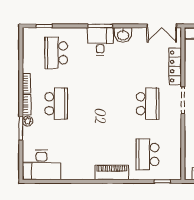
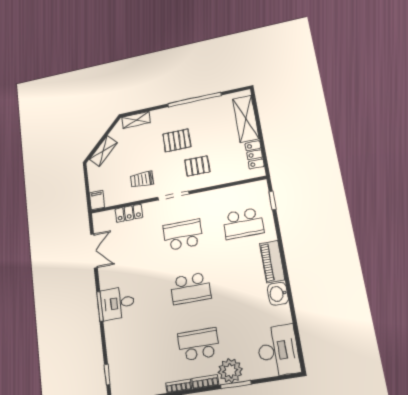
double door: (162, 26) -> (94, 251), moved
washbasin: (123, 35) -> (278, 294), moved, turned 180
school desk: (56, 53) -> (191, 288), moved
locker: (175, 66) -> (129, 213), width x0.66
plant: (28, 121) -> (230, 371), width x1.88, depth x1.88

